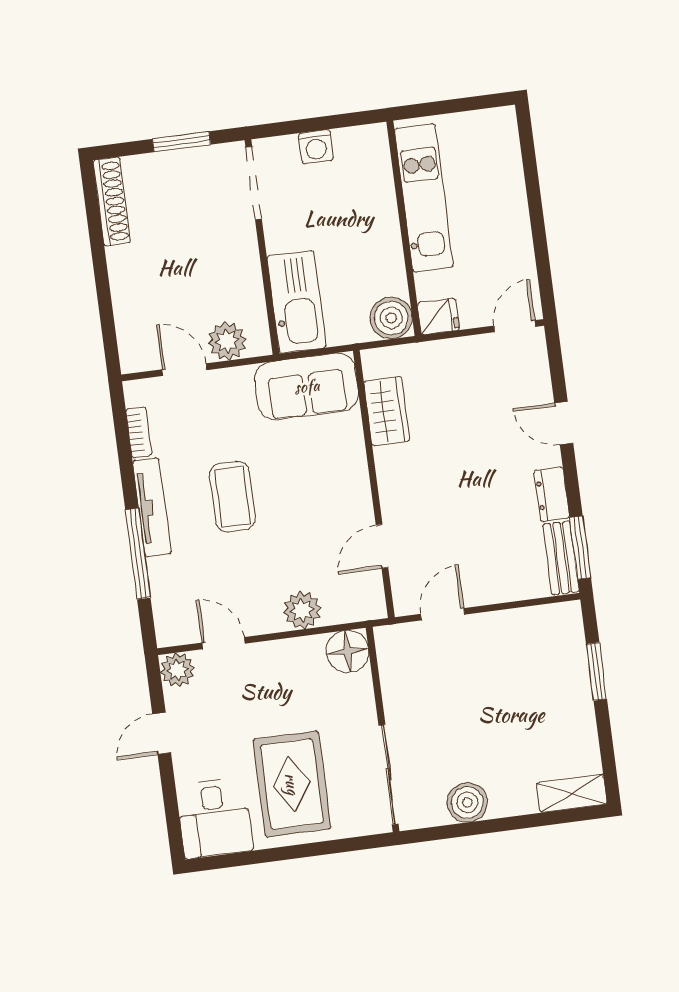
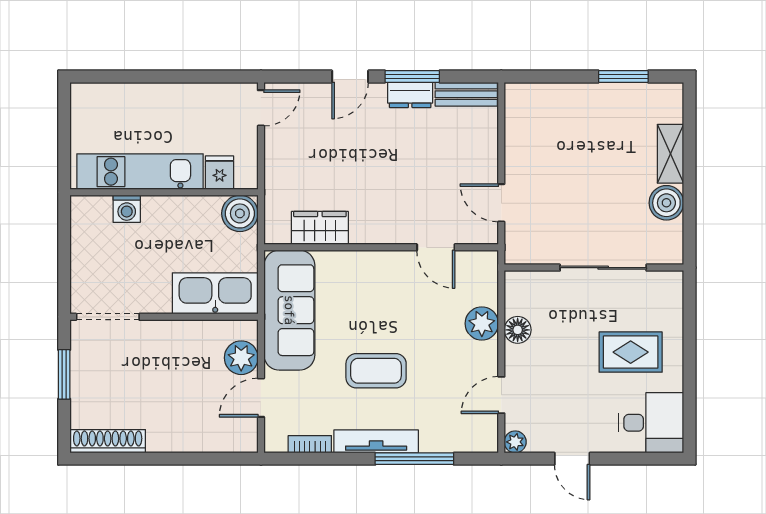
washing machine: (316, 147) -> (127, 209), moved, turned 90
fridge: (438, 317) -> (220, 173), moved
door: (515, 326) -> (261, 108), swing flipped
sofa: (307, 386) -> (289, 310), width x1.36
window: (580, 548) -> (412, 76), moved
floor lamp: (348, 652) -> (518, 330), moved, width x0.73, depth x0.73
plant: (177, 670) -> (515, 442), width x0.73, depth x0.73
window: (596, 671) -> (623, 76), moved
sliding door: (389, 775) -> (603, 268), moved
rug: (292, 784) -> (631, 352), width x0.73, depth x0.70
shelving: (572, 793) -> (670, 154), moved

